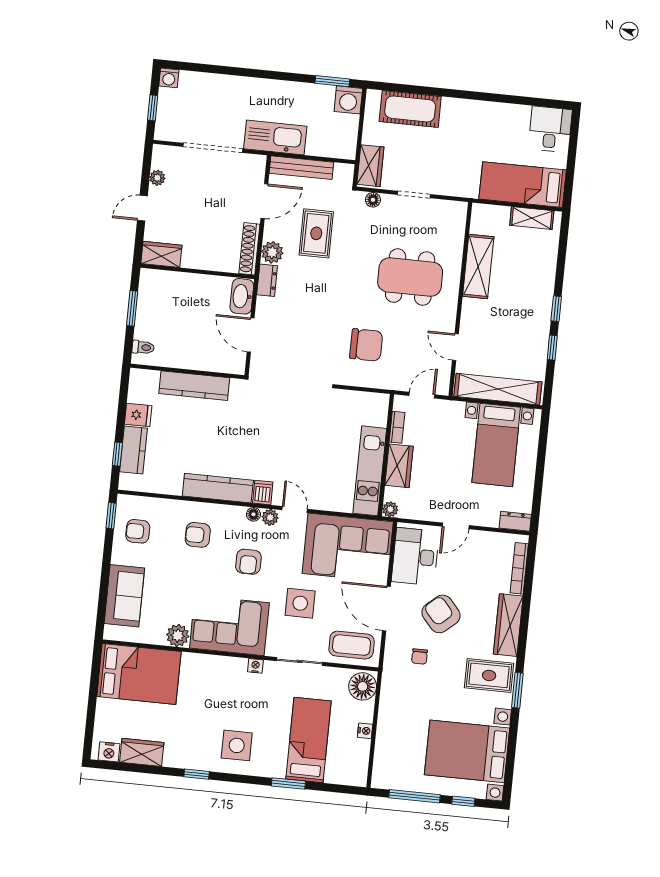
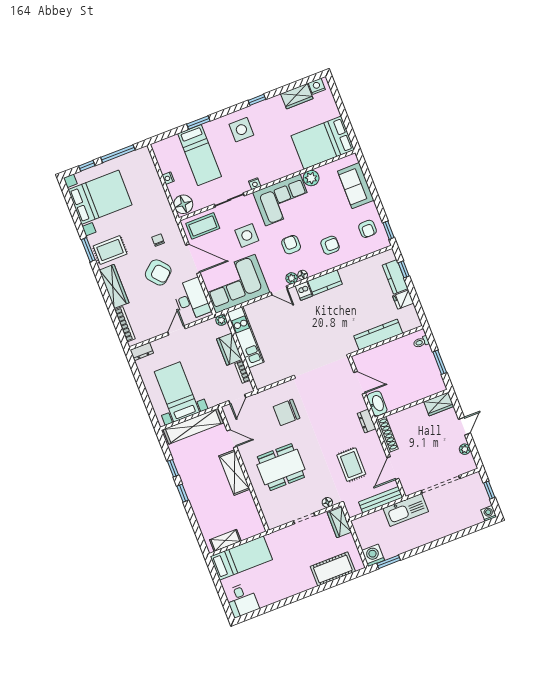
plant: (272, 252) -> (372, 440), removed
shelving: (478, 267) -> (234, 473), moved
kitchen counter: (218, 488) -> (325, 283), width x0.67
armchair: (138, 531) -> (367, 229), turned 90

